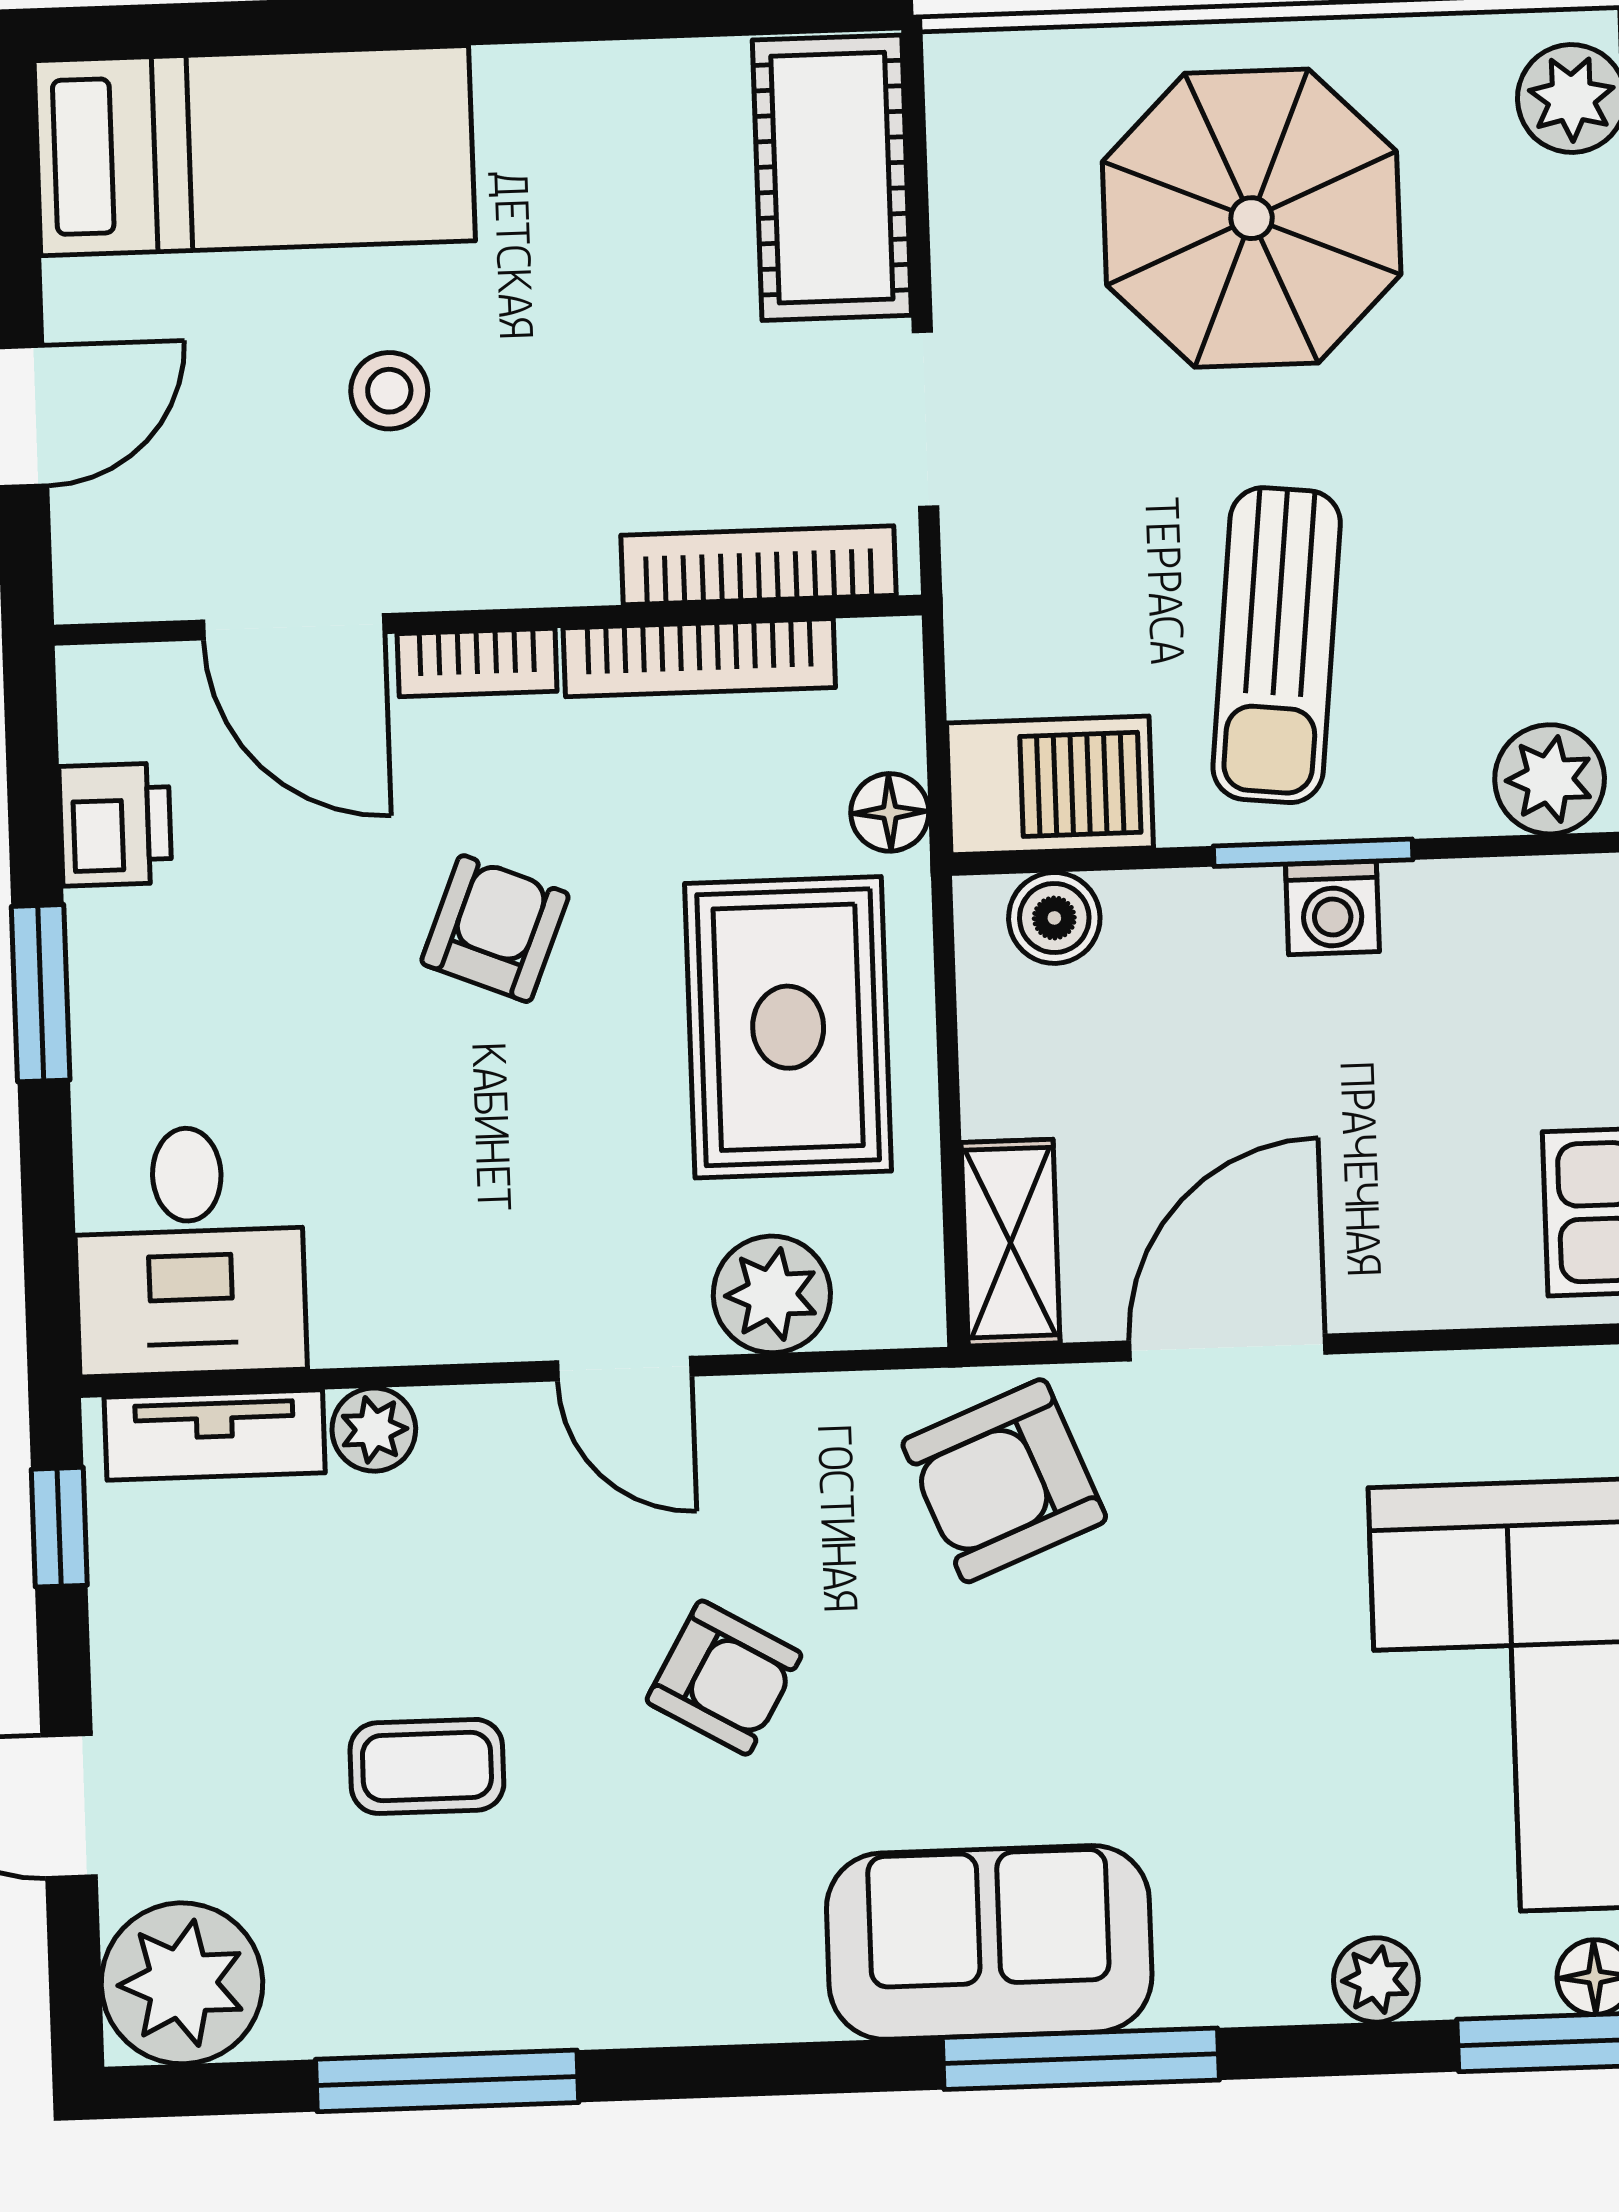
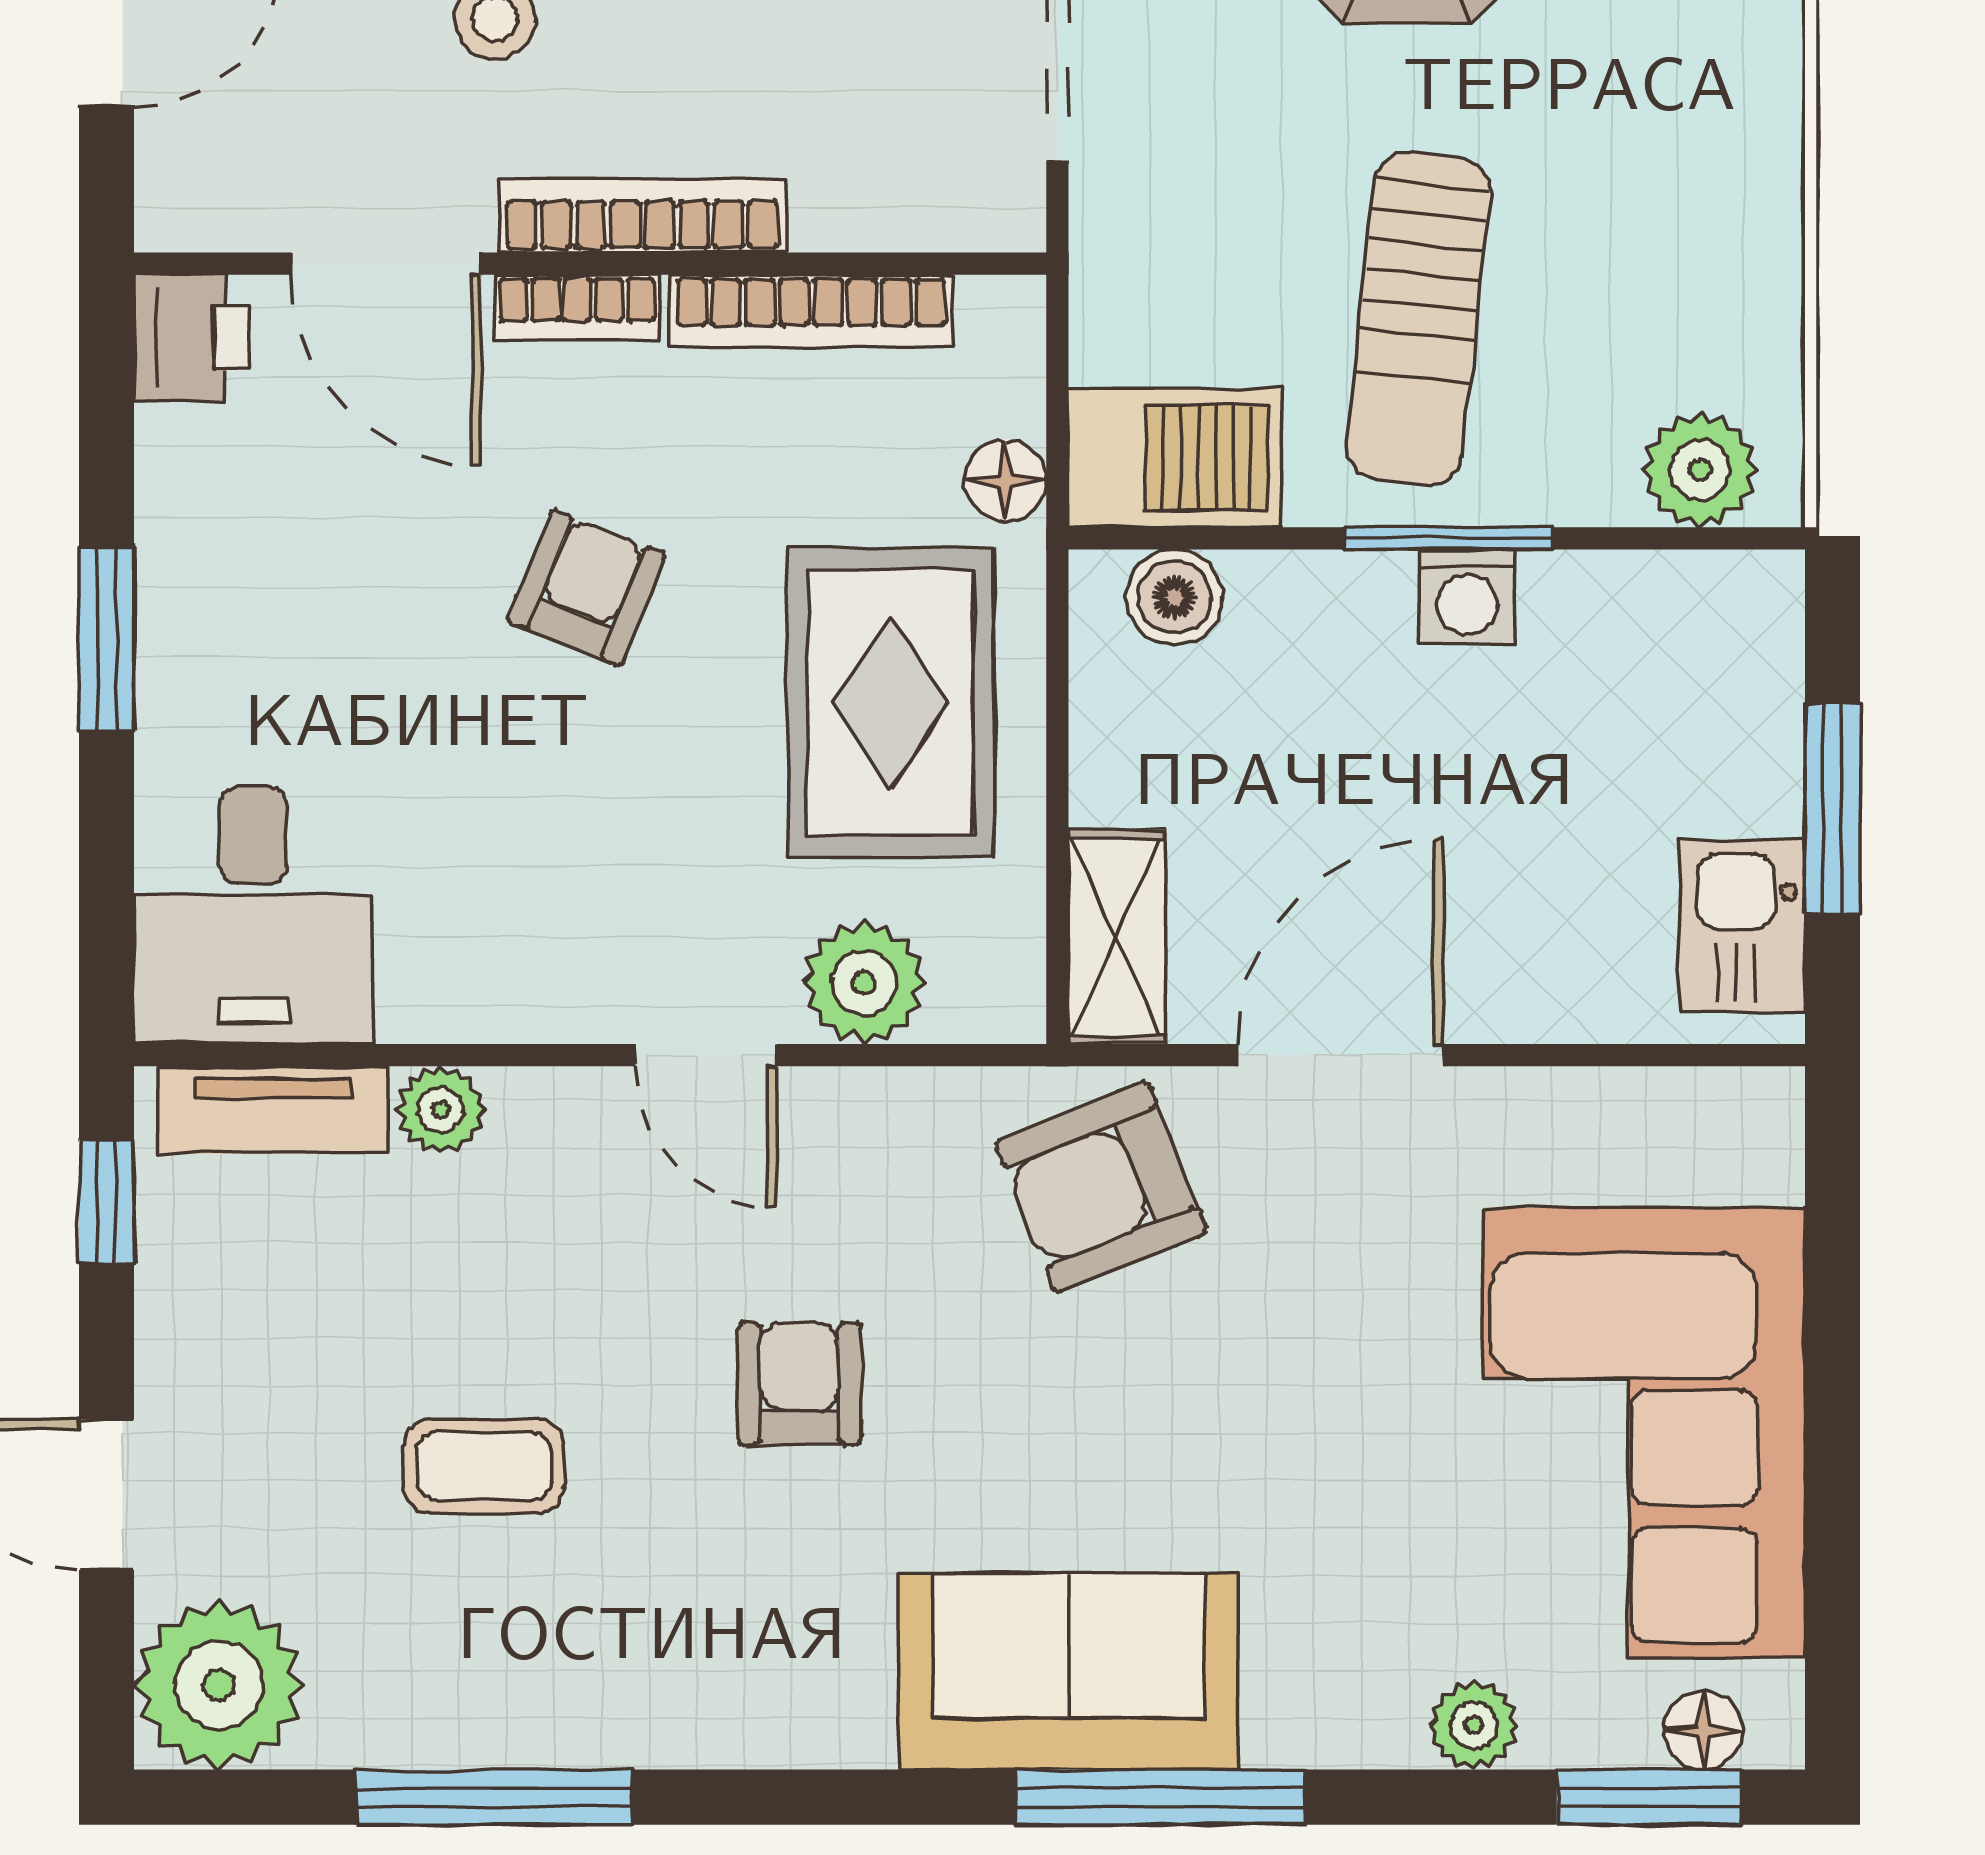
bookcase: (758, 565) -> (642, 216), moved
printer: (115, 825) -> (191, 338), moved
armchair: (724, 1678) -> (799, 1384), turned -120

